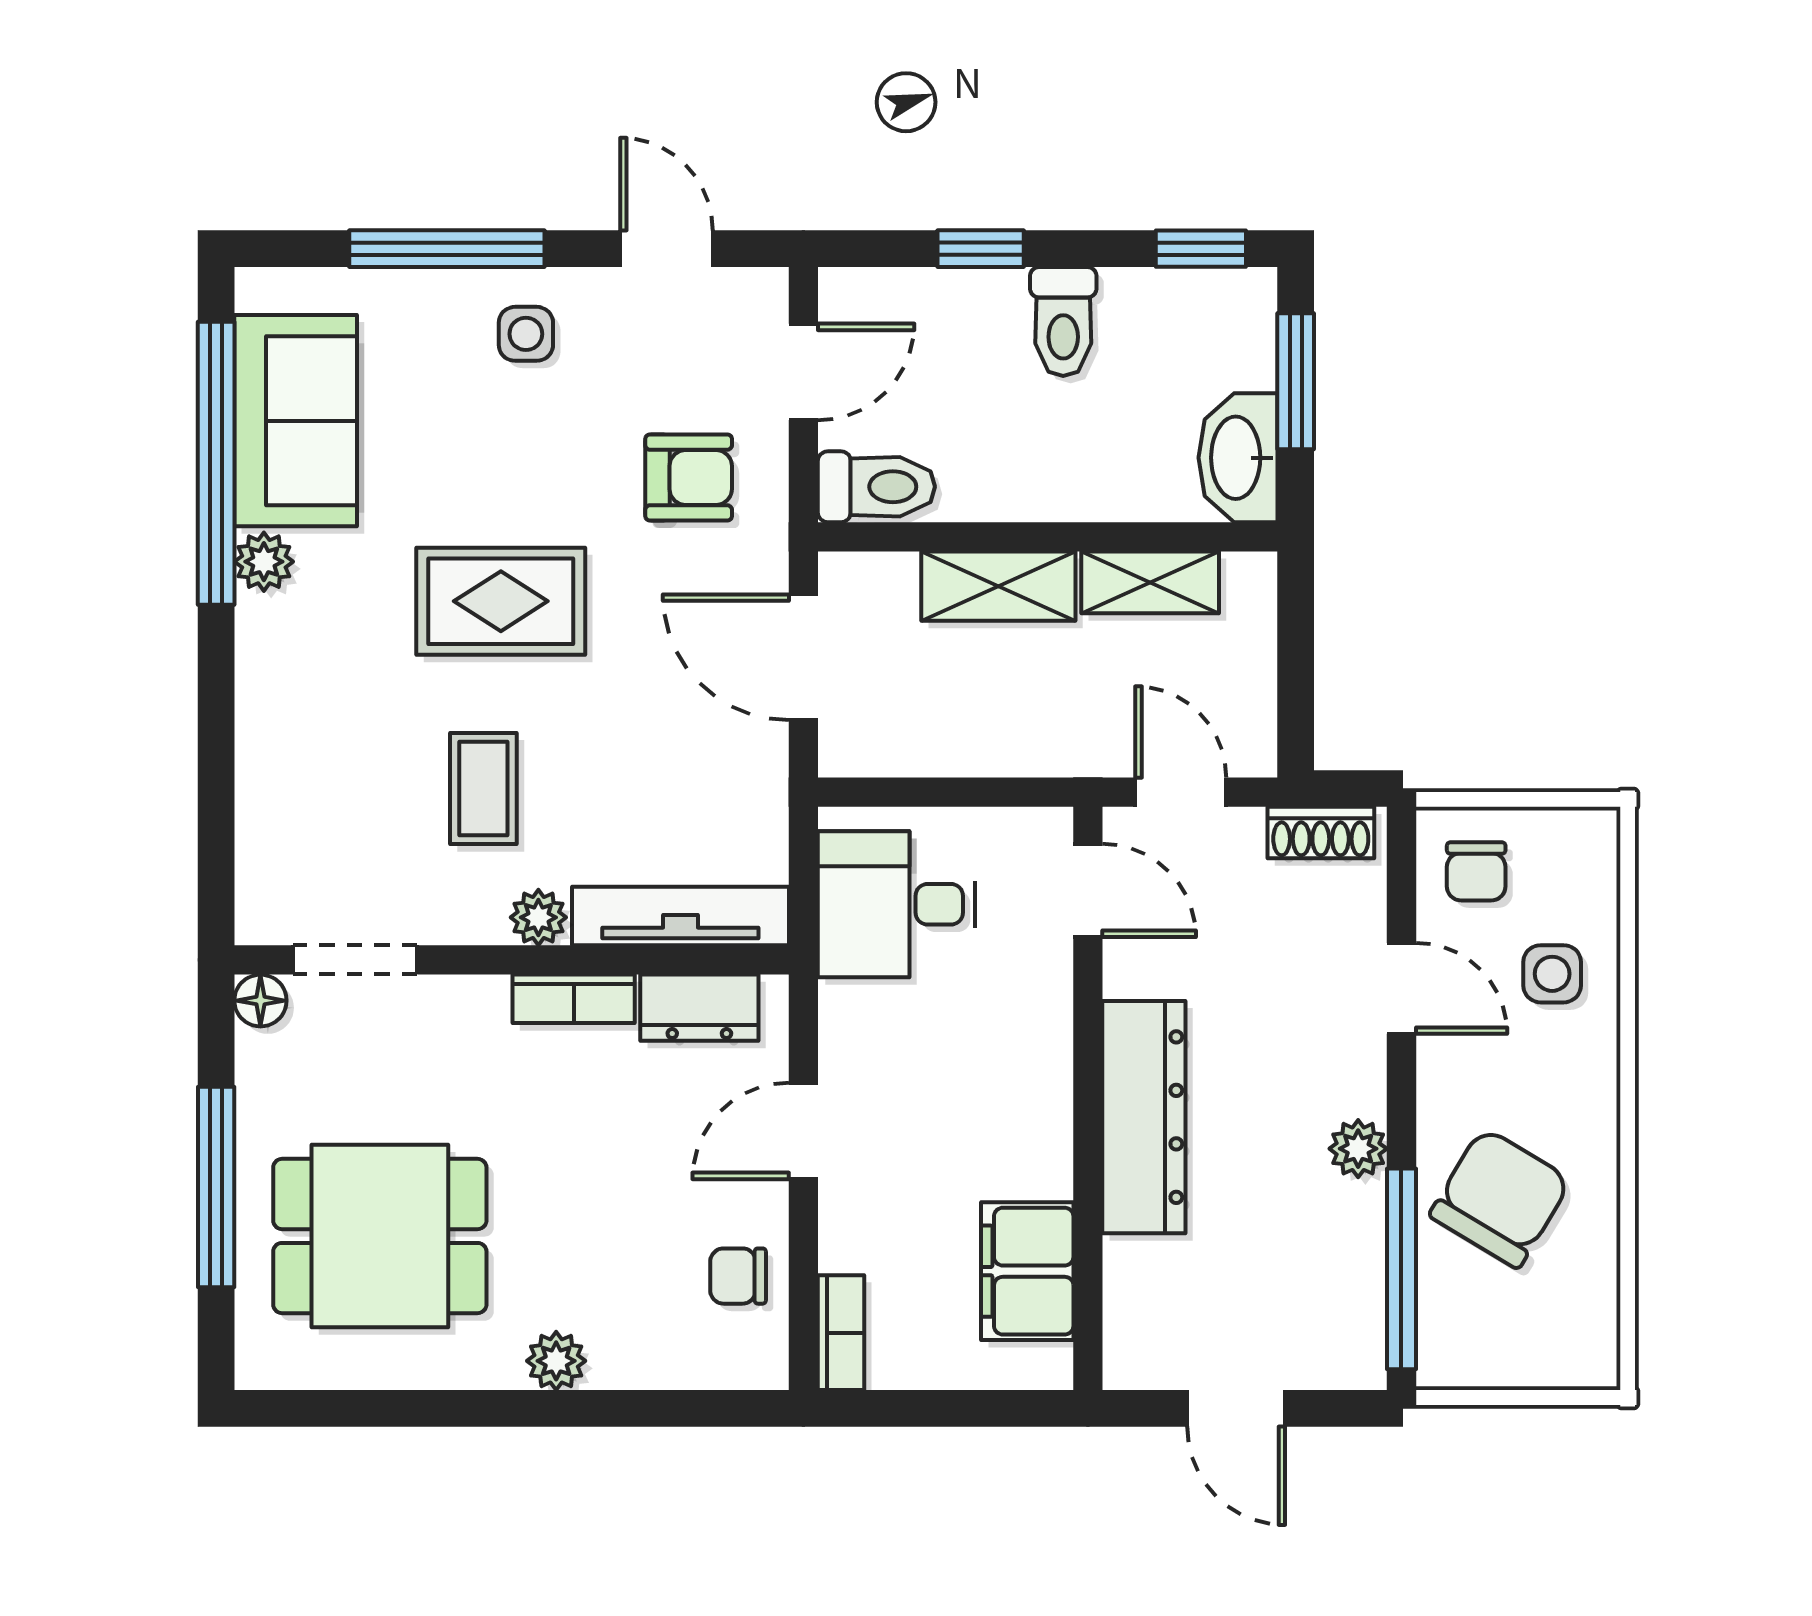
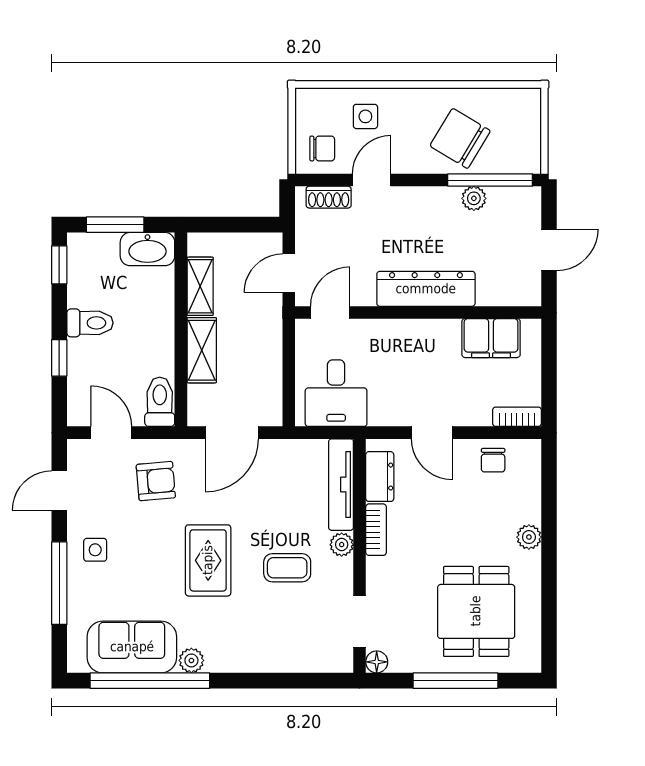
armchair: (689, 477) -> (156, 481), turned 85
shoe rack: (1321, 833) -> (329, 197), moved, turned 90
plant: (1358, 1149) -> (474, 198), moved

